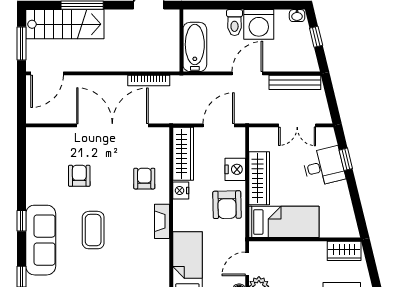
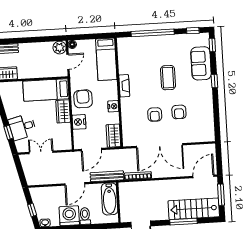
bench: (295, 82) -> (107, 176), moved
wardrobe: (183, 154) -> (113, 136), width x0.67
wardrobe: (259, 178) -> (63, 111), width x0.67
armchair: (144, 179) -> (155, 115), moved
sofa: (41, 240) -> (201, 63), width x0.73

